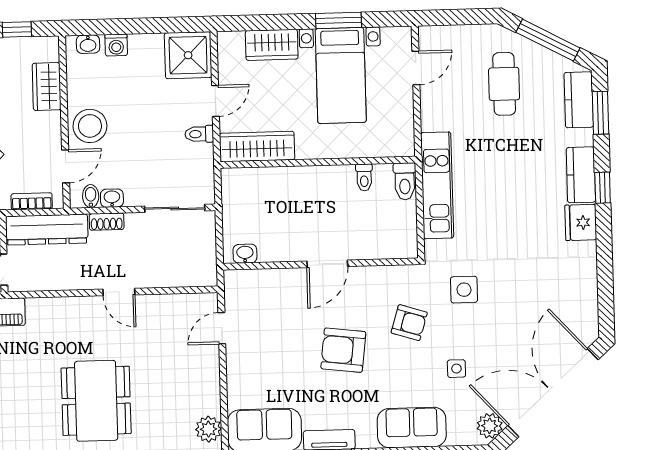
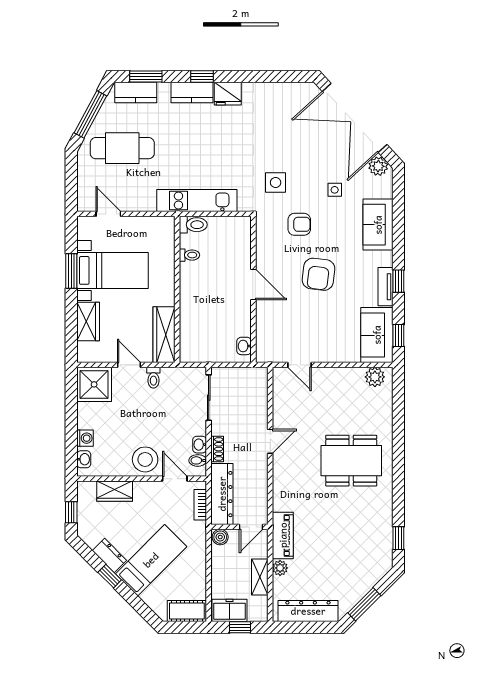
cafe table: (504, 84) -> (122, 148), width x1.37, depth x1.35
armchair: (409, 323) -> (299, 224), turned 73

